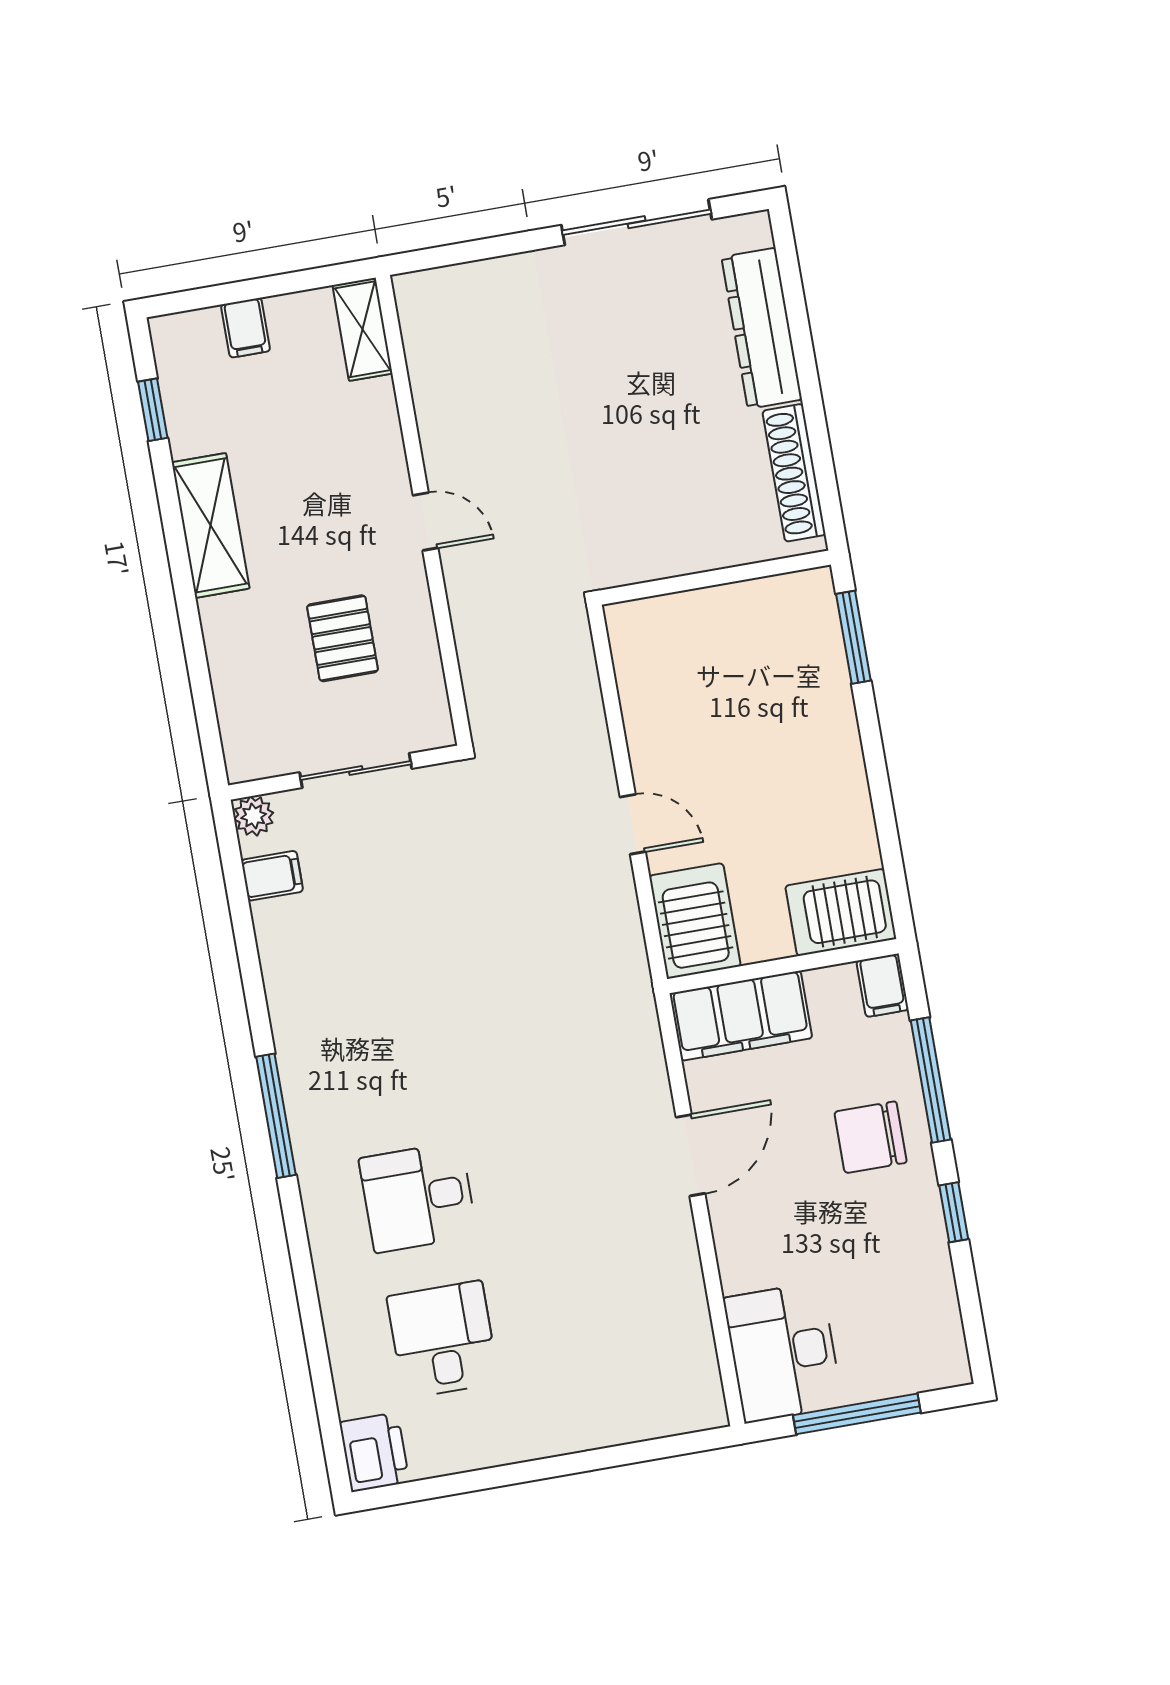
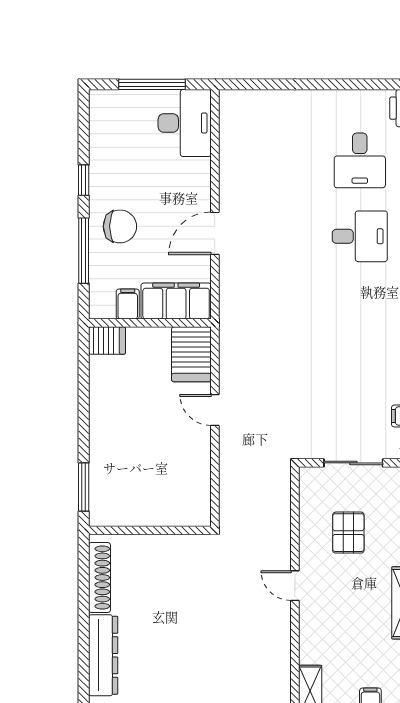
server rack: (841, 912) -> (107, 341), width x0.73, depth x0.70
filing cabinet: (882, 985) -> (128, 304), moved

